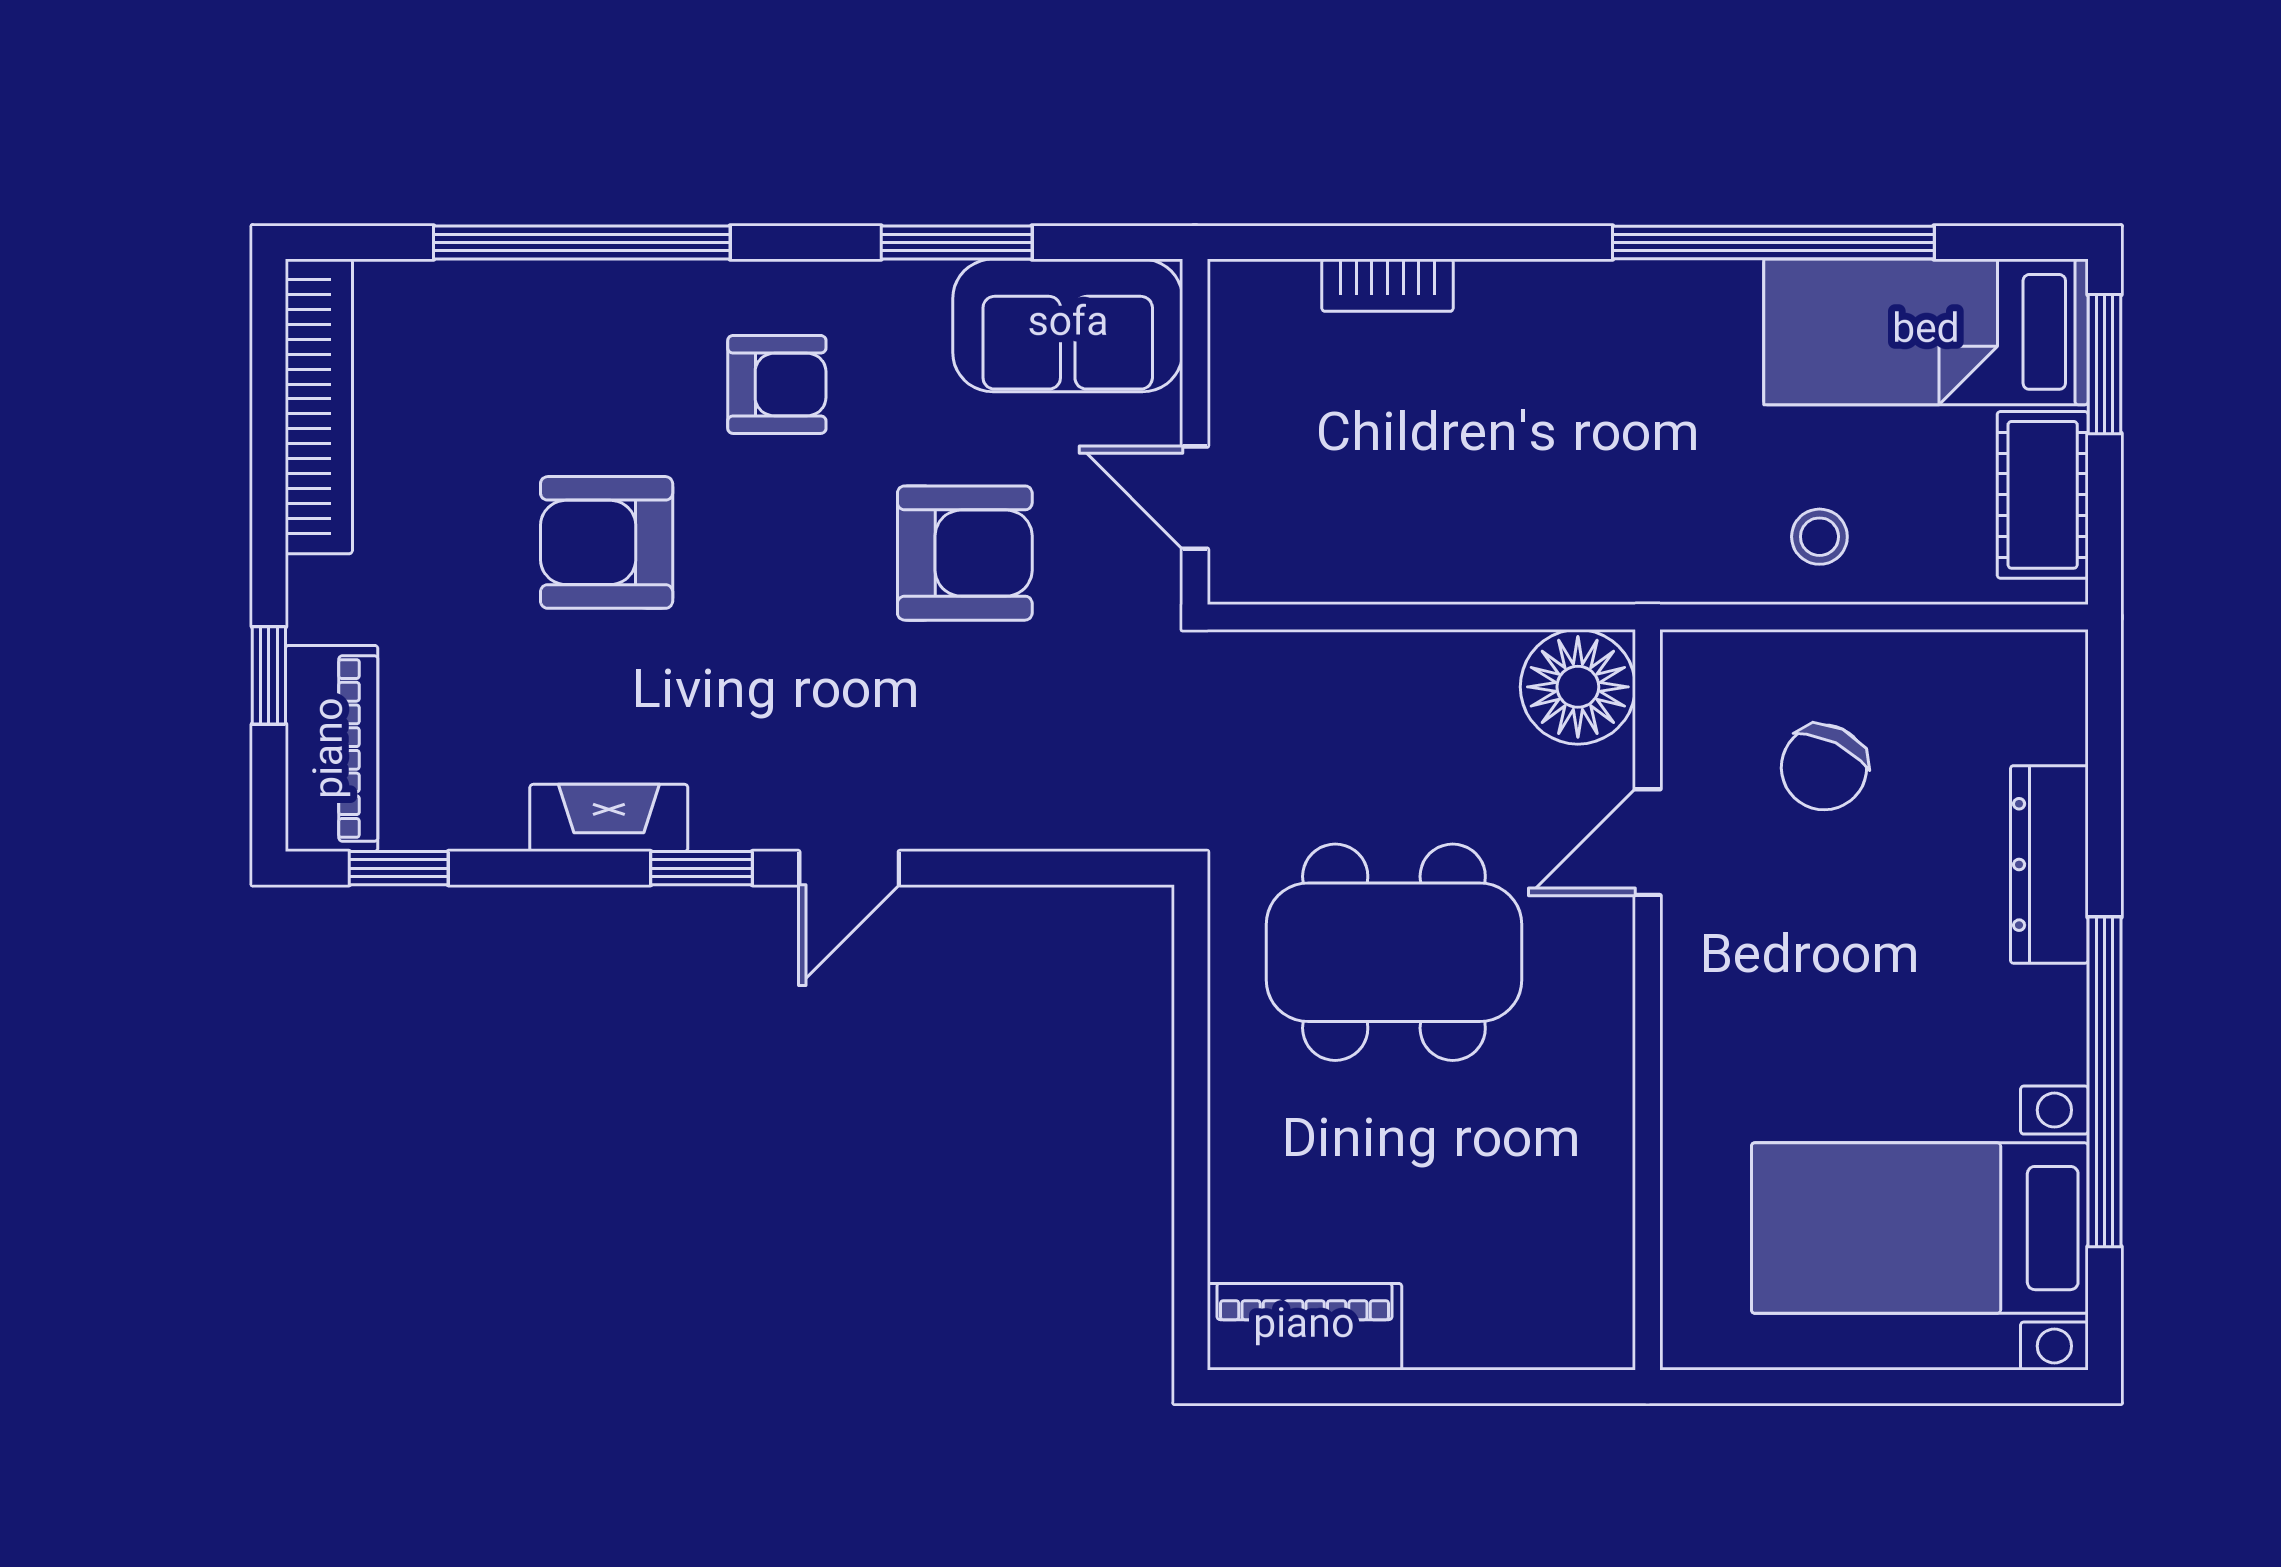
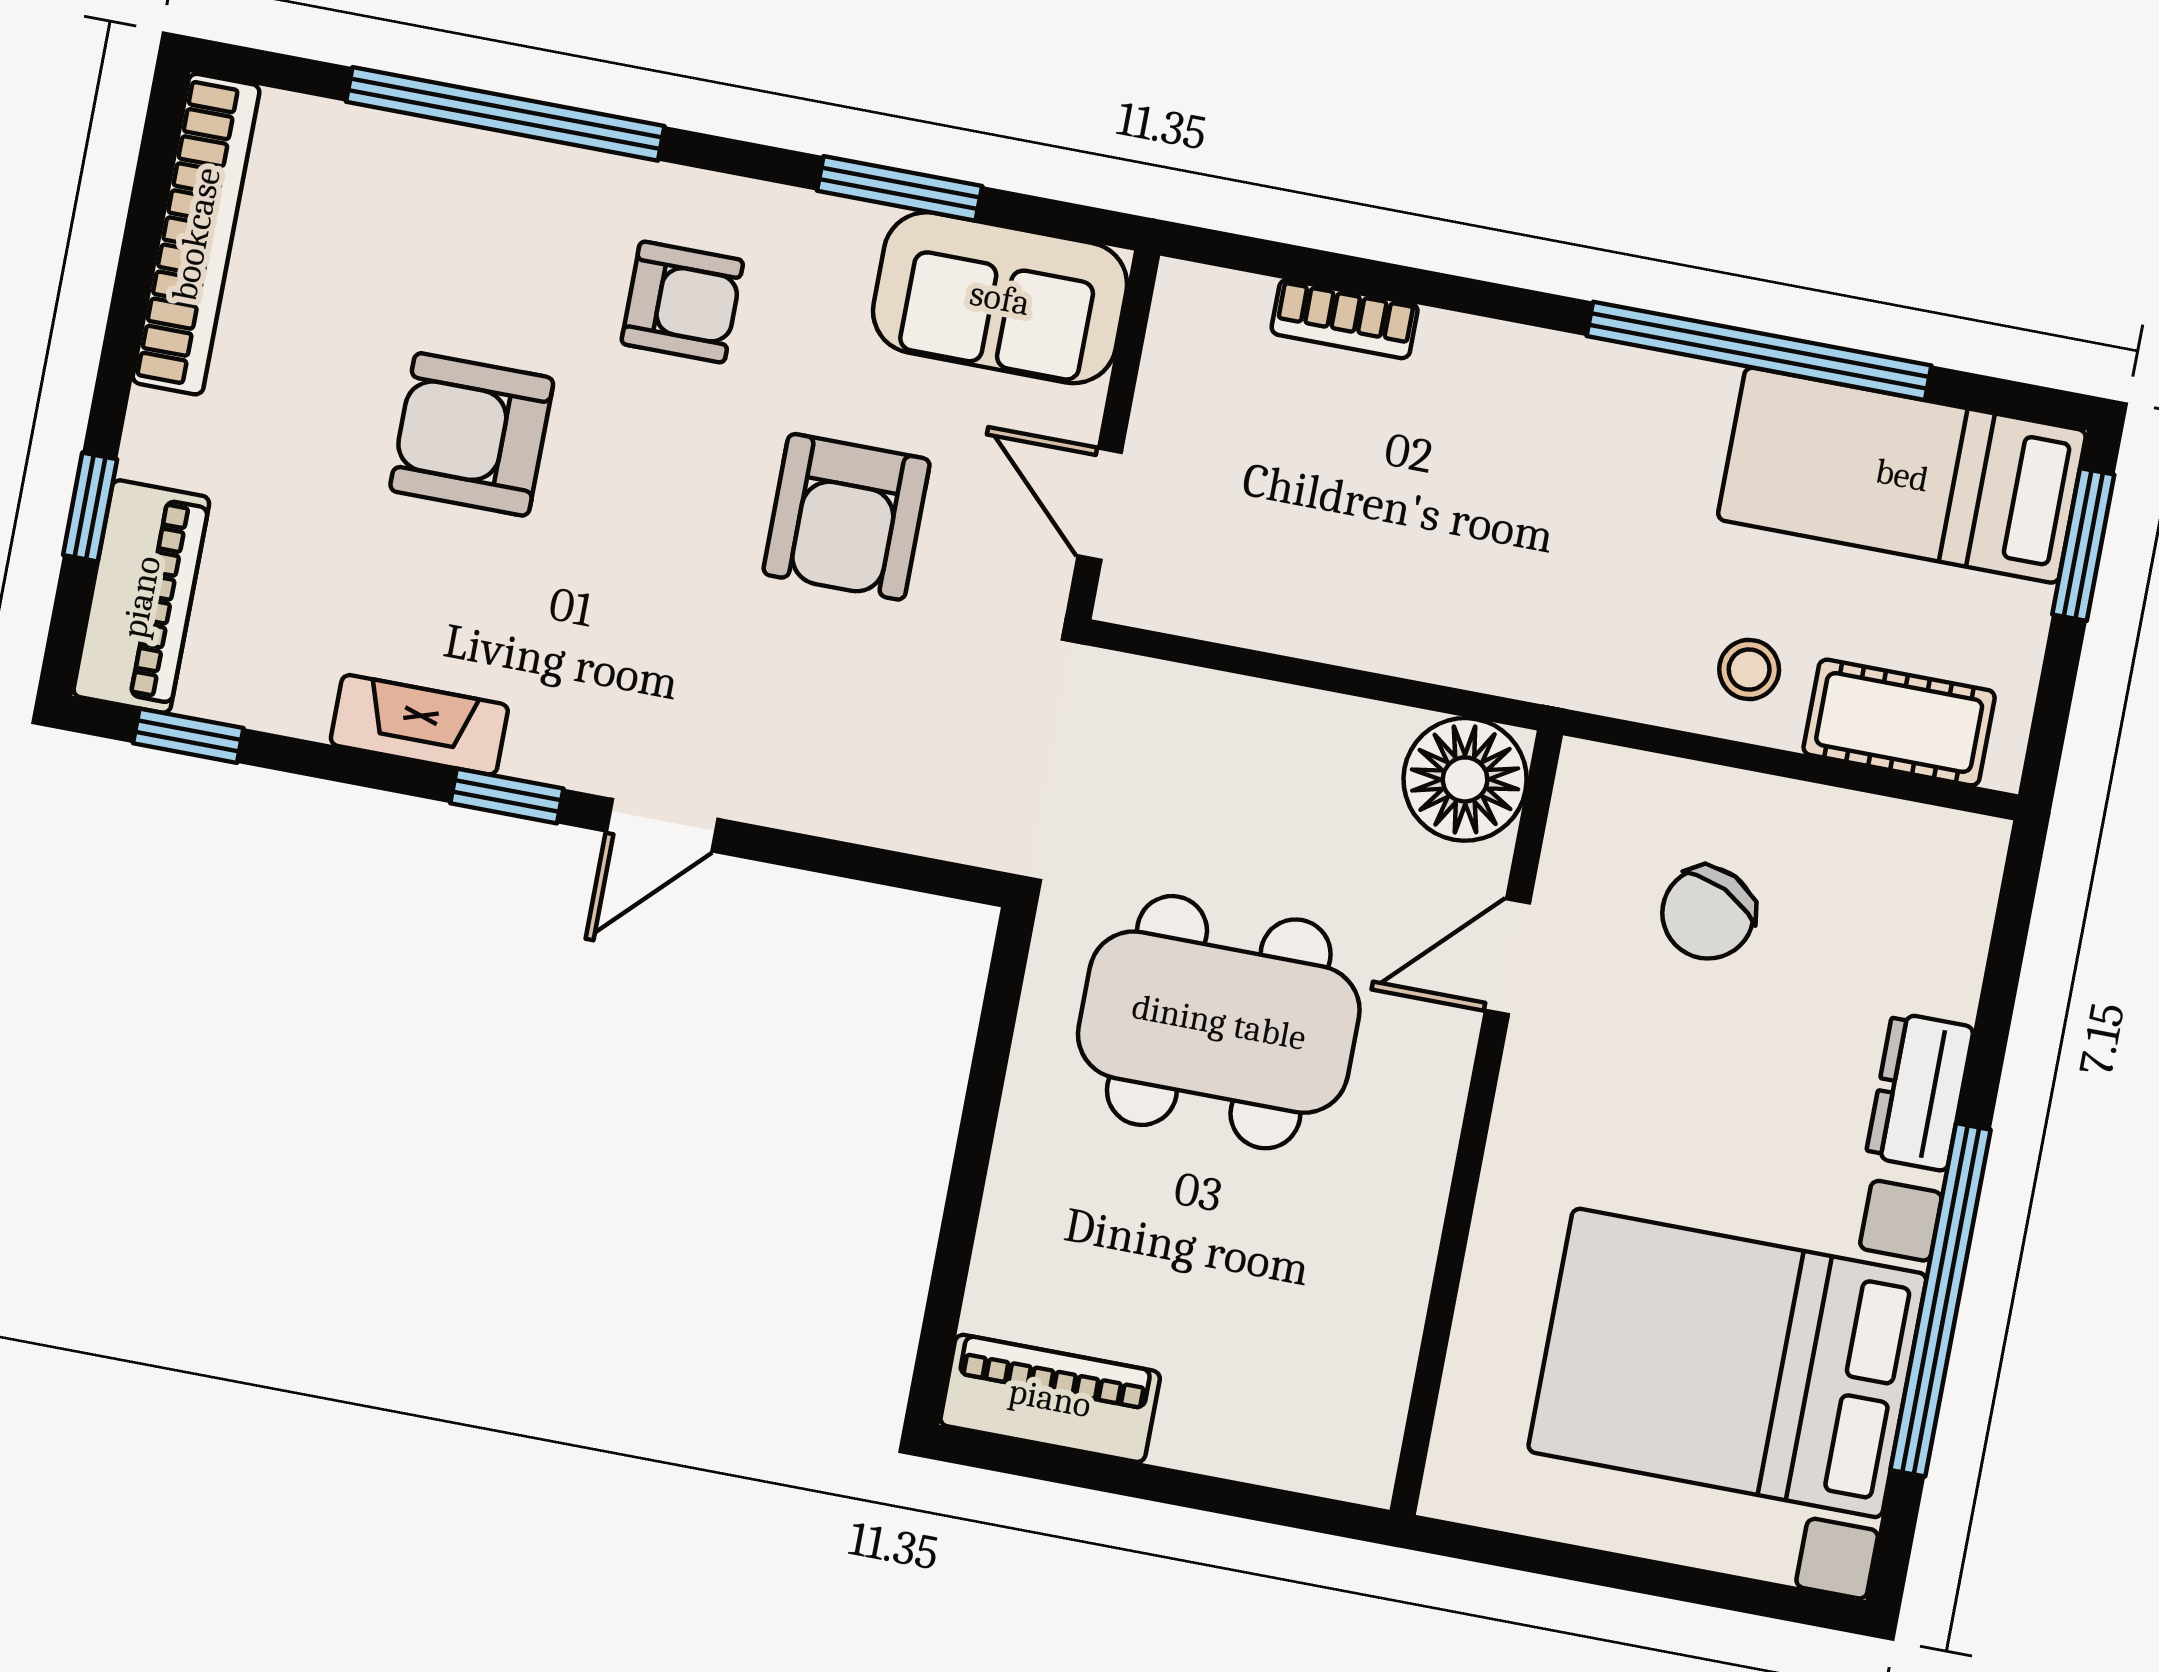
cot: (2043, 495) -> (1899, 723), moved, turned 90
armchair: (965, 553) -> (847, 517), turned 90
dresser: (2049, 864) -> (1920, 1092), width x0.70
bed with nightstands: (1920, 1228) -> (1727, 1363), width x1.36

